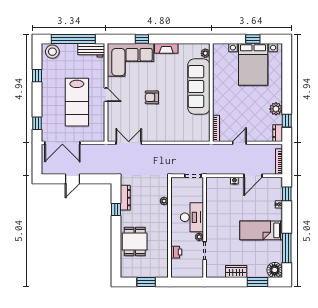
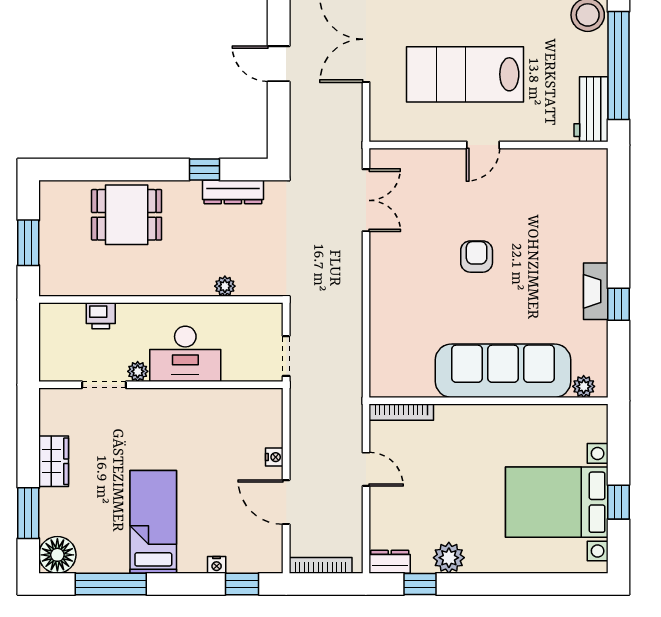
window: (142, 39) -> (618, 304), moved
corner sofa: (130, 60) -> (568, 205), removed

